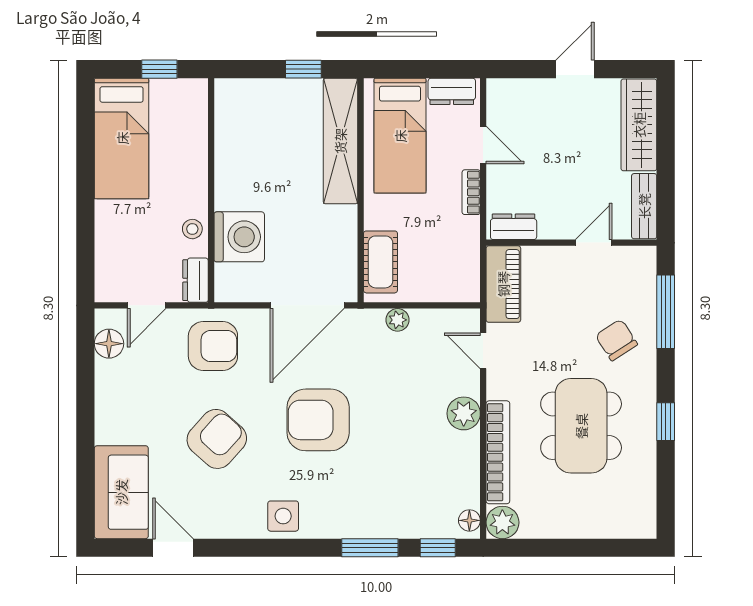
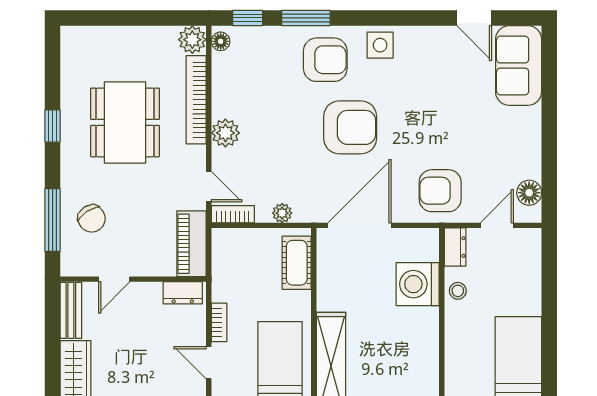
bookcase: (455, 319) -> (233, 214), added
chair: (616, 340) -> (92, 219), moved
armchair: (217, 439) -> (325, 60), moved, turned -132

